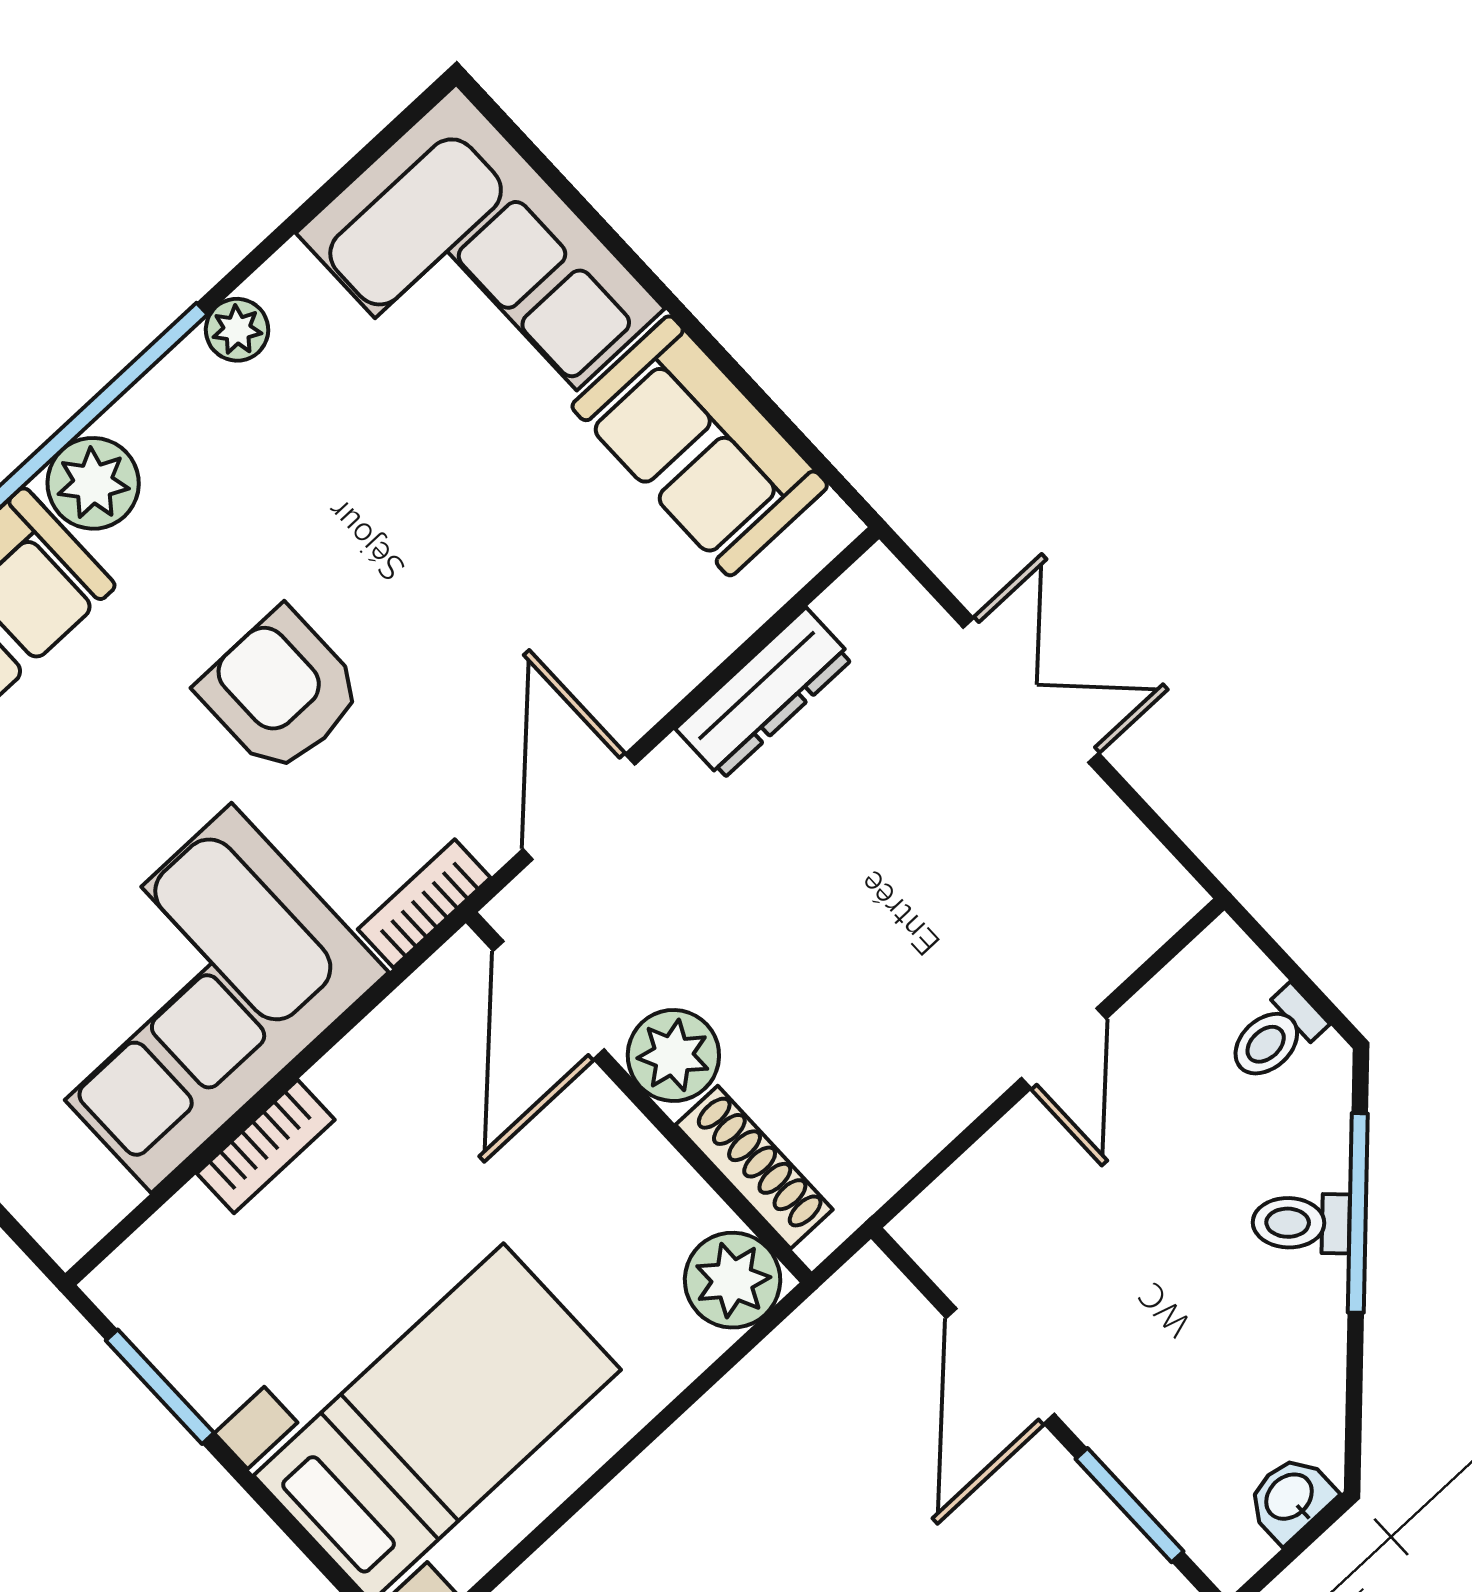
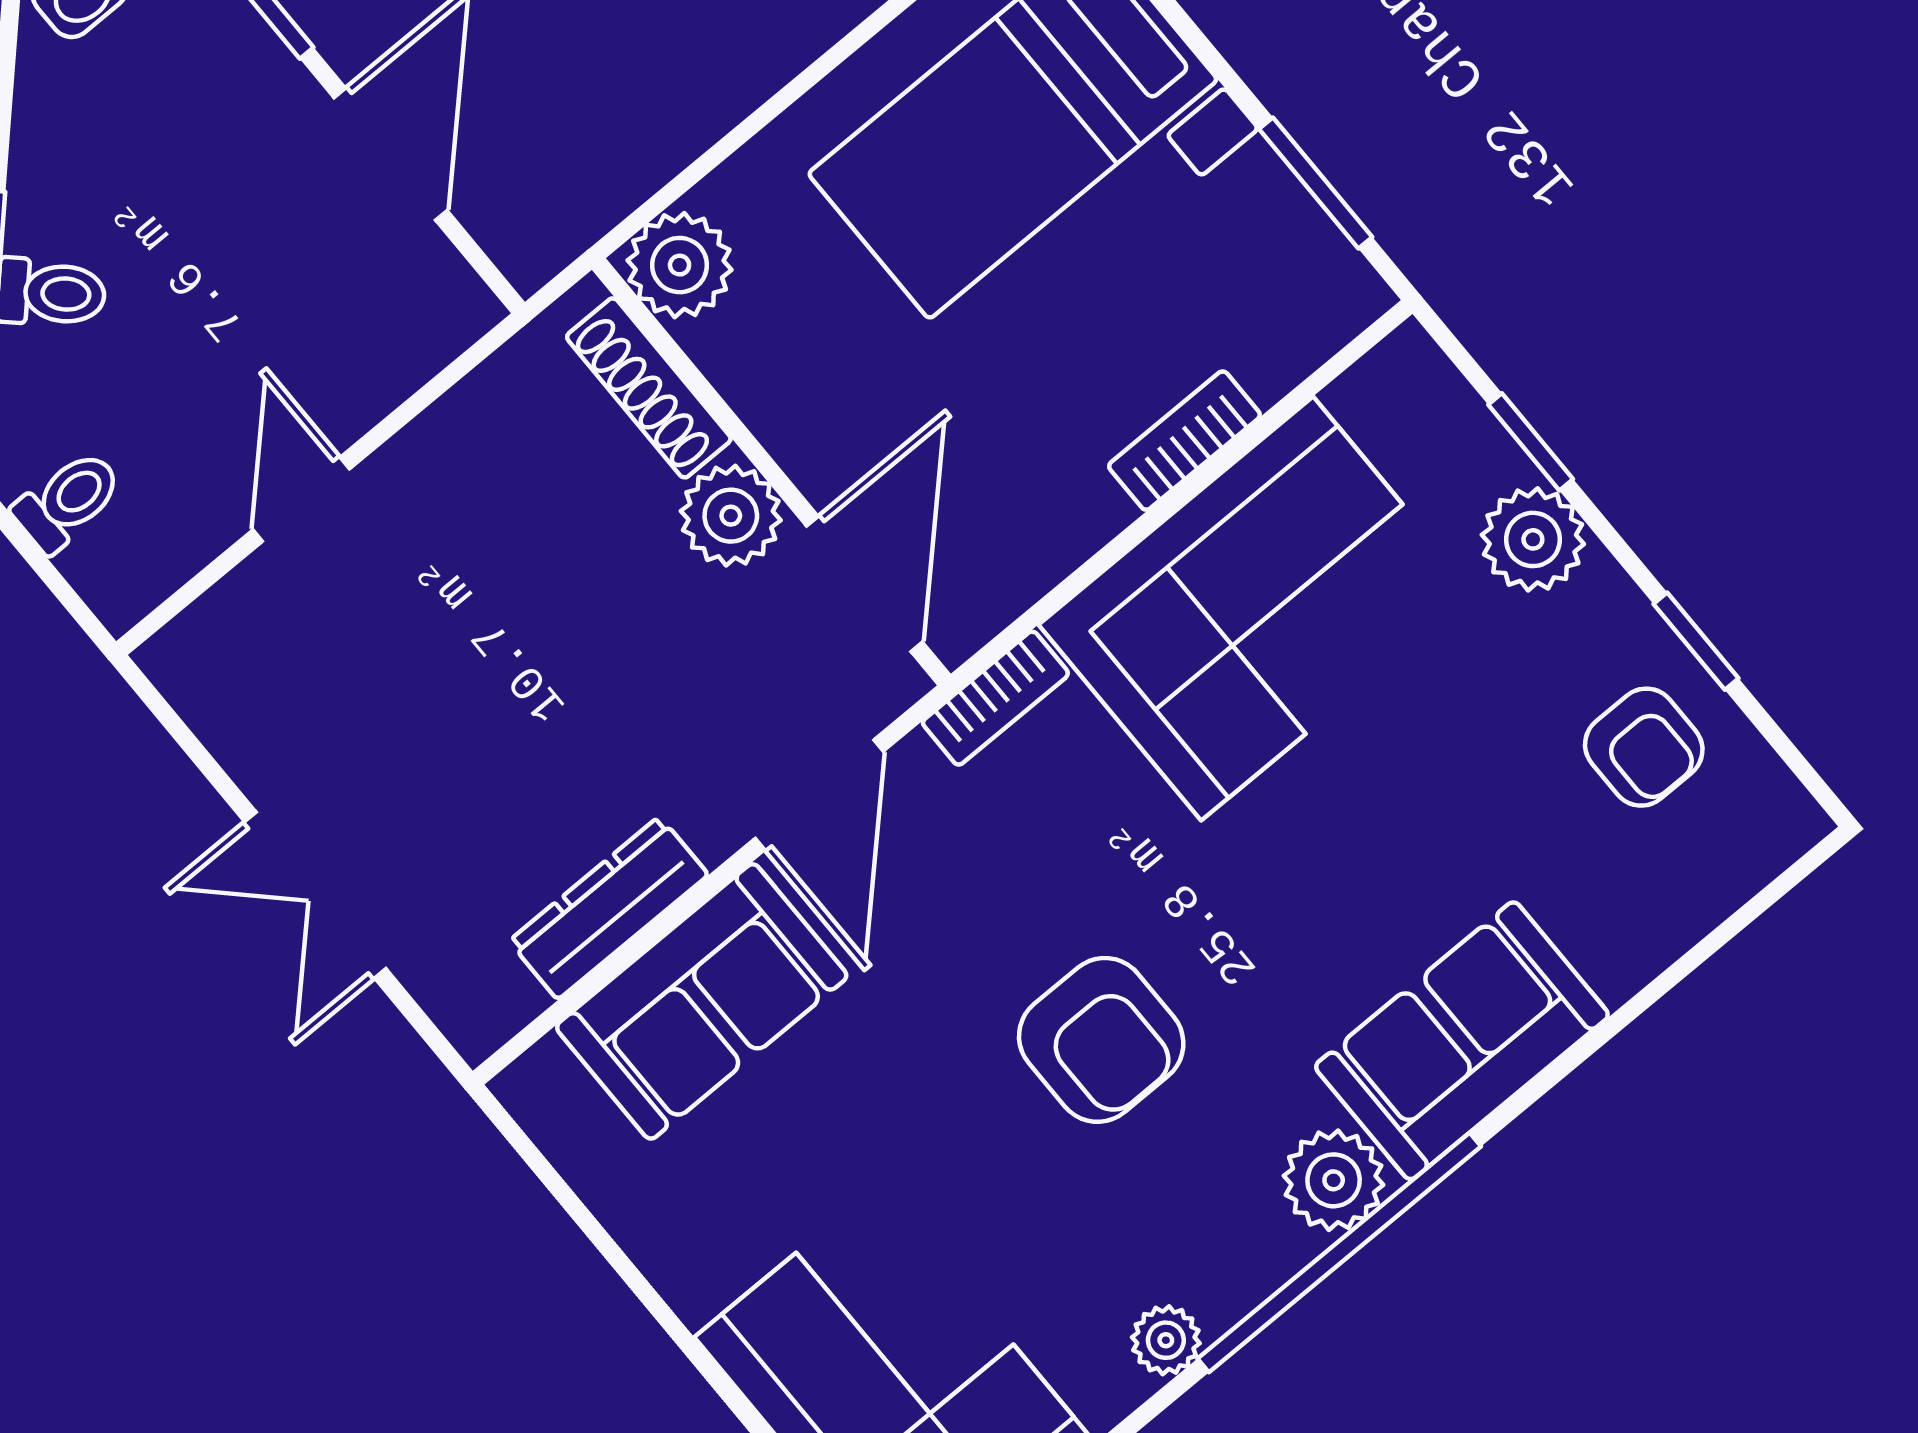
sofa: (700, 446) -> (702, 1001), moved, turned 90
armchair: (281, 691) -> (1101, 1040), moved

